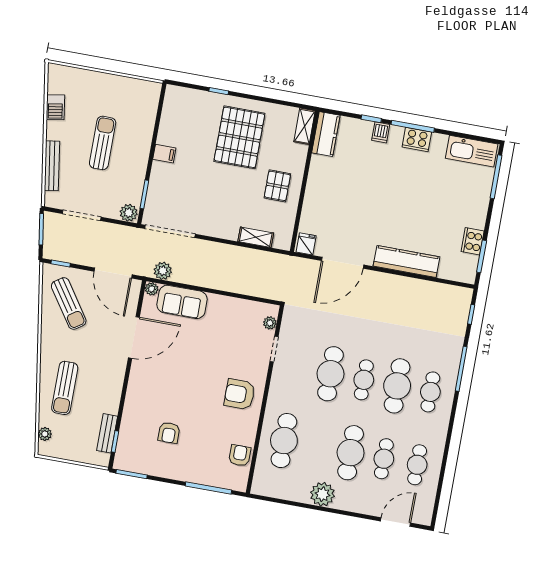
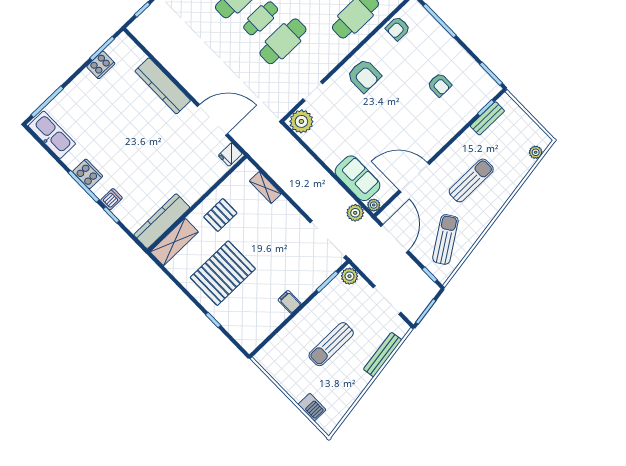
barbecue: (55, 107) -> (312, 407), moved, turned 99
shelving: (305, 126) -> (174, 242), width x1.50, depth x1.33
kitchen counter: (326, 134) -> (162, 221), width x1.50
plant: (270, 323) -> (301, 121), width x1.88, depth x1.88
sun lounger: (65, 388) -> (471, 180), moved
armchair: (169, 433) -> (440, 85), turned 90

